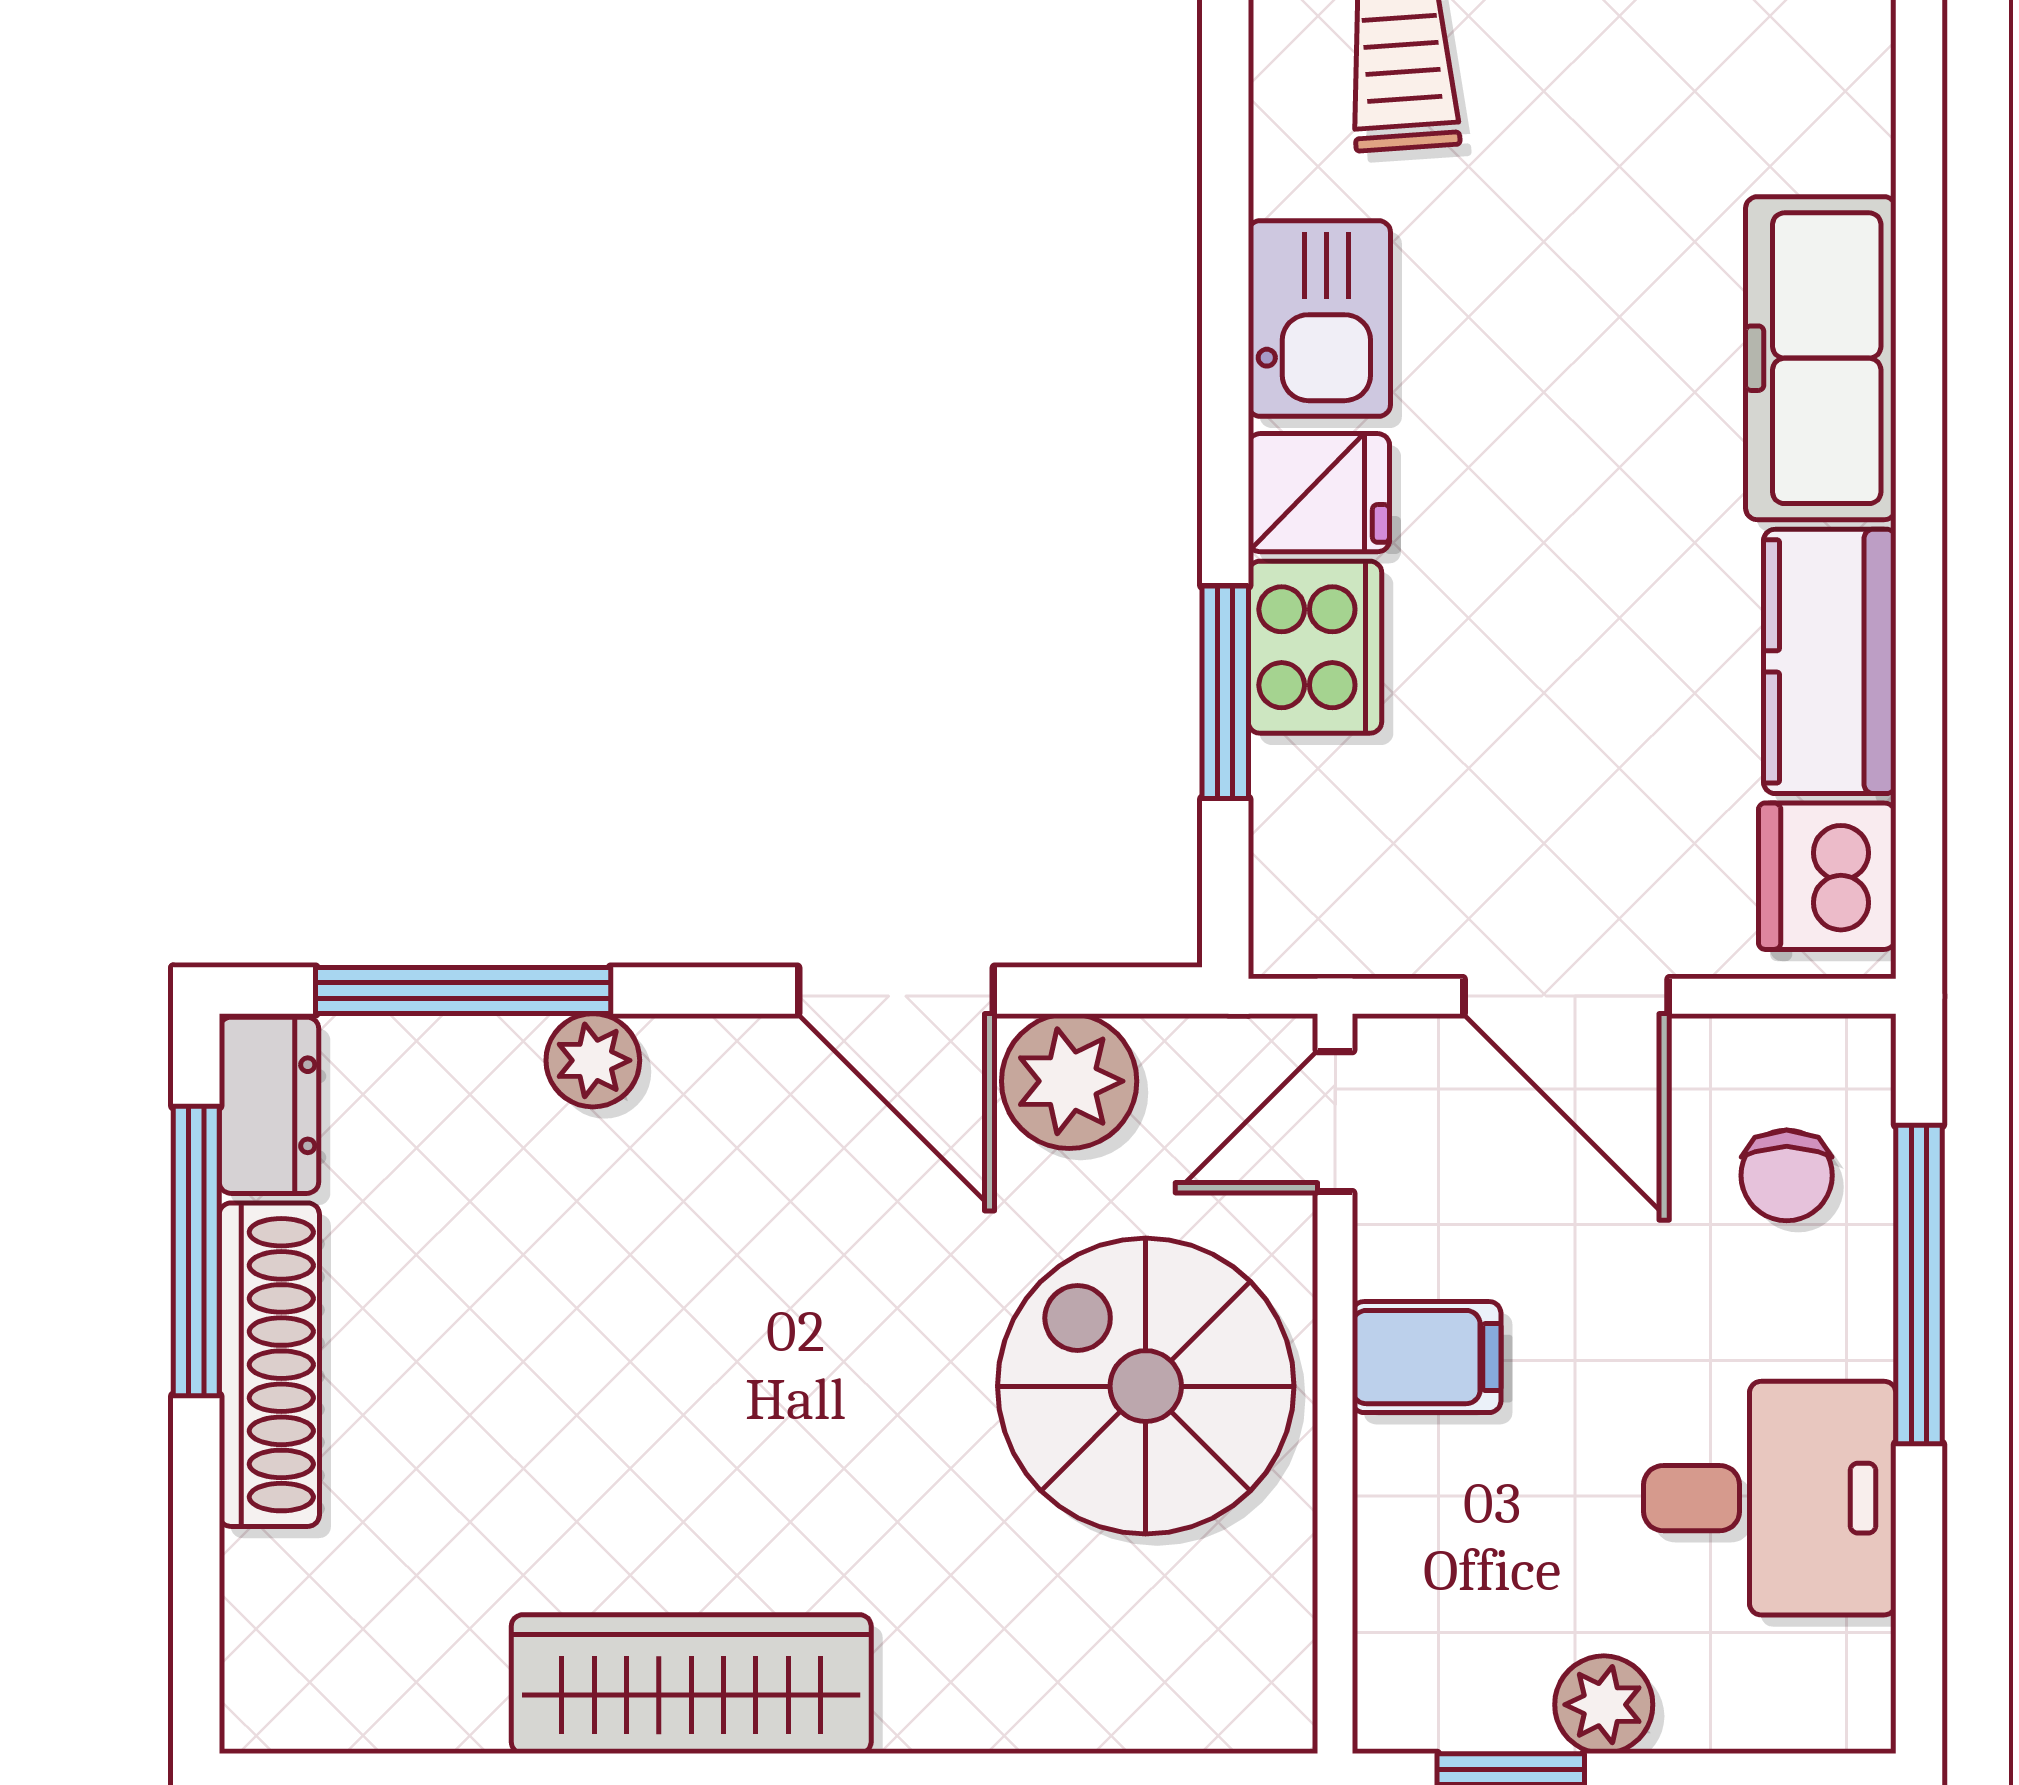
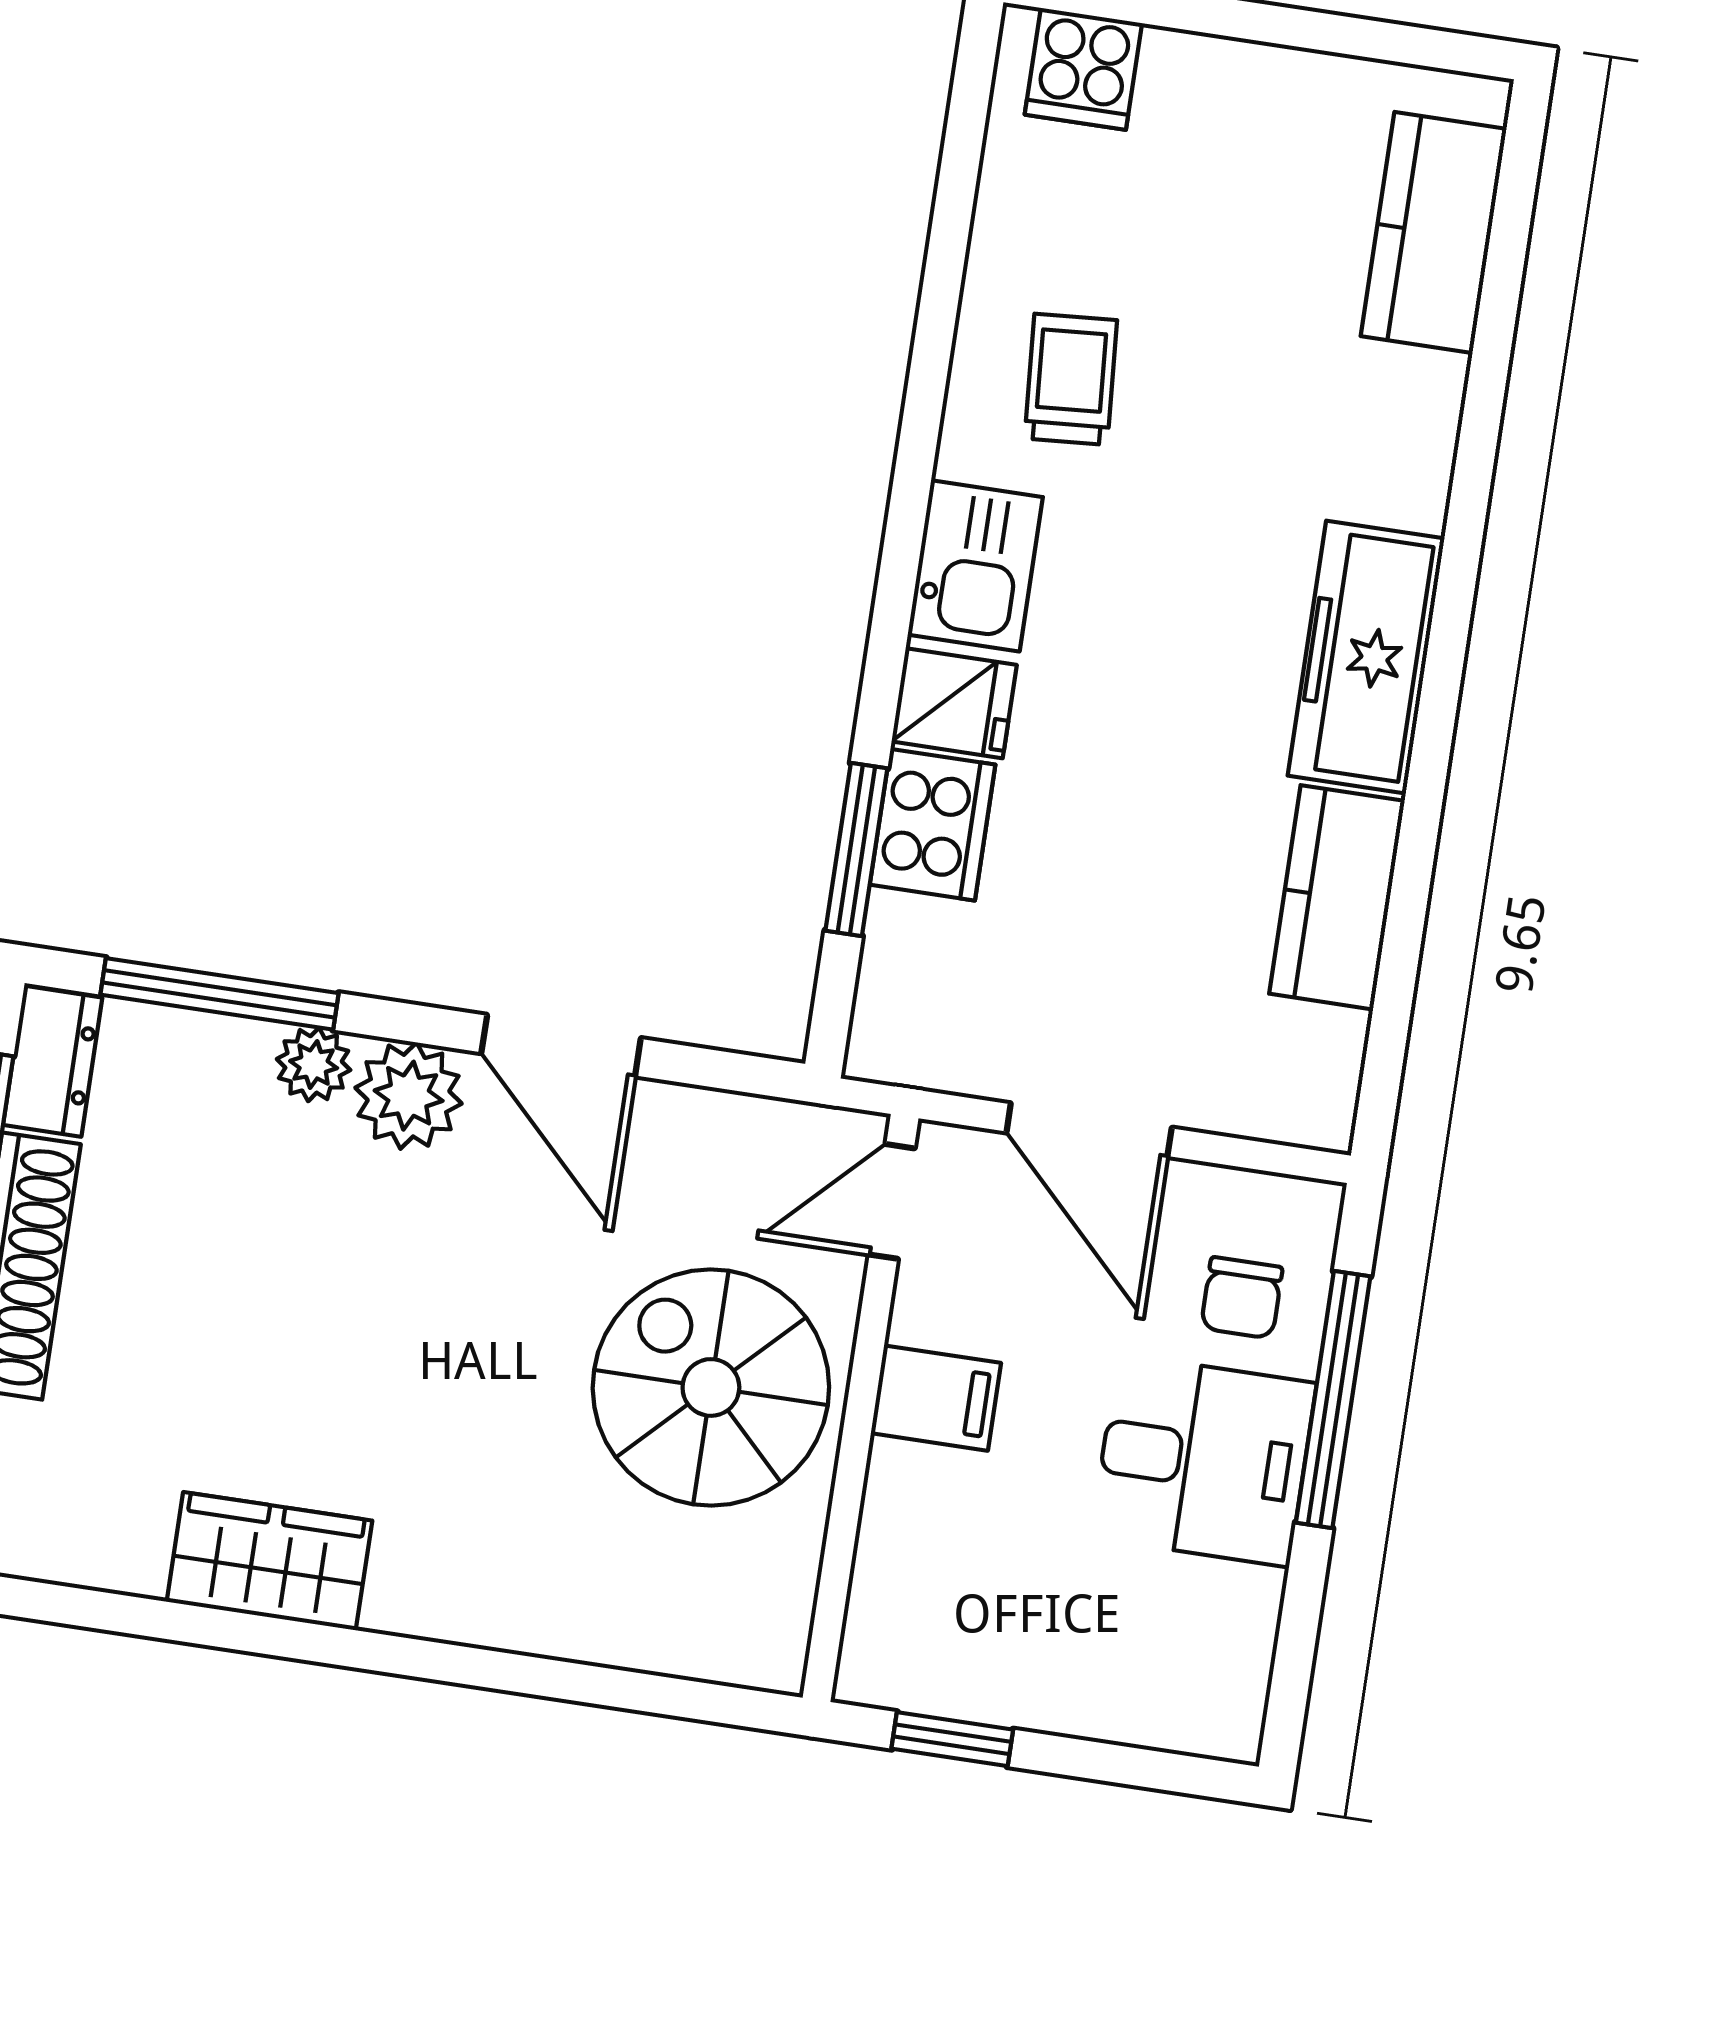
dishwasher: (1827, 876) -> (1309, 1066), removed
plant: (1069, 1081) -> (409, 1096), moved
desk: (1770, 1498) -> (1203, 1460), moved
wardrobe: (691, 1684) -> (269, 1561), width x0.67
plant: (1604, 1705) -> (1034, 1693), removed

